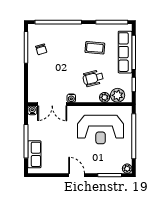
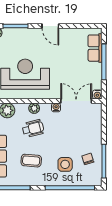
side table: (63, 44) -> (65, 164), added
plant: (105, 97) -> (34, 108), moved

